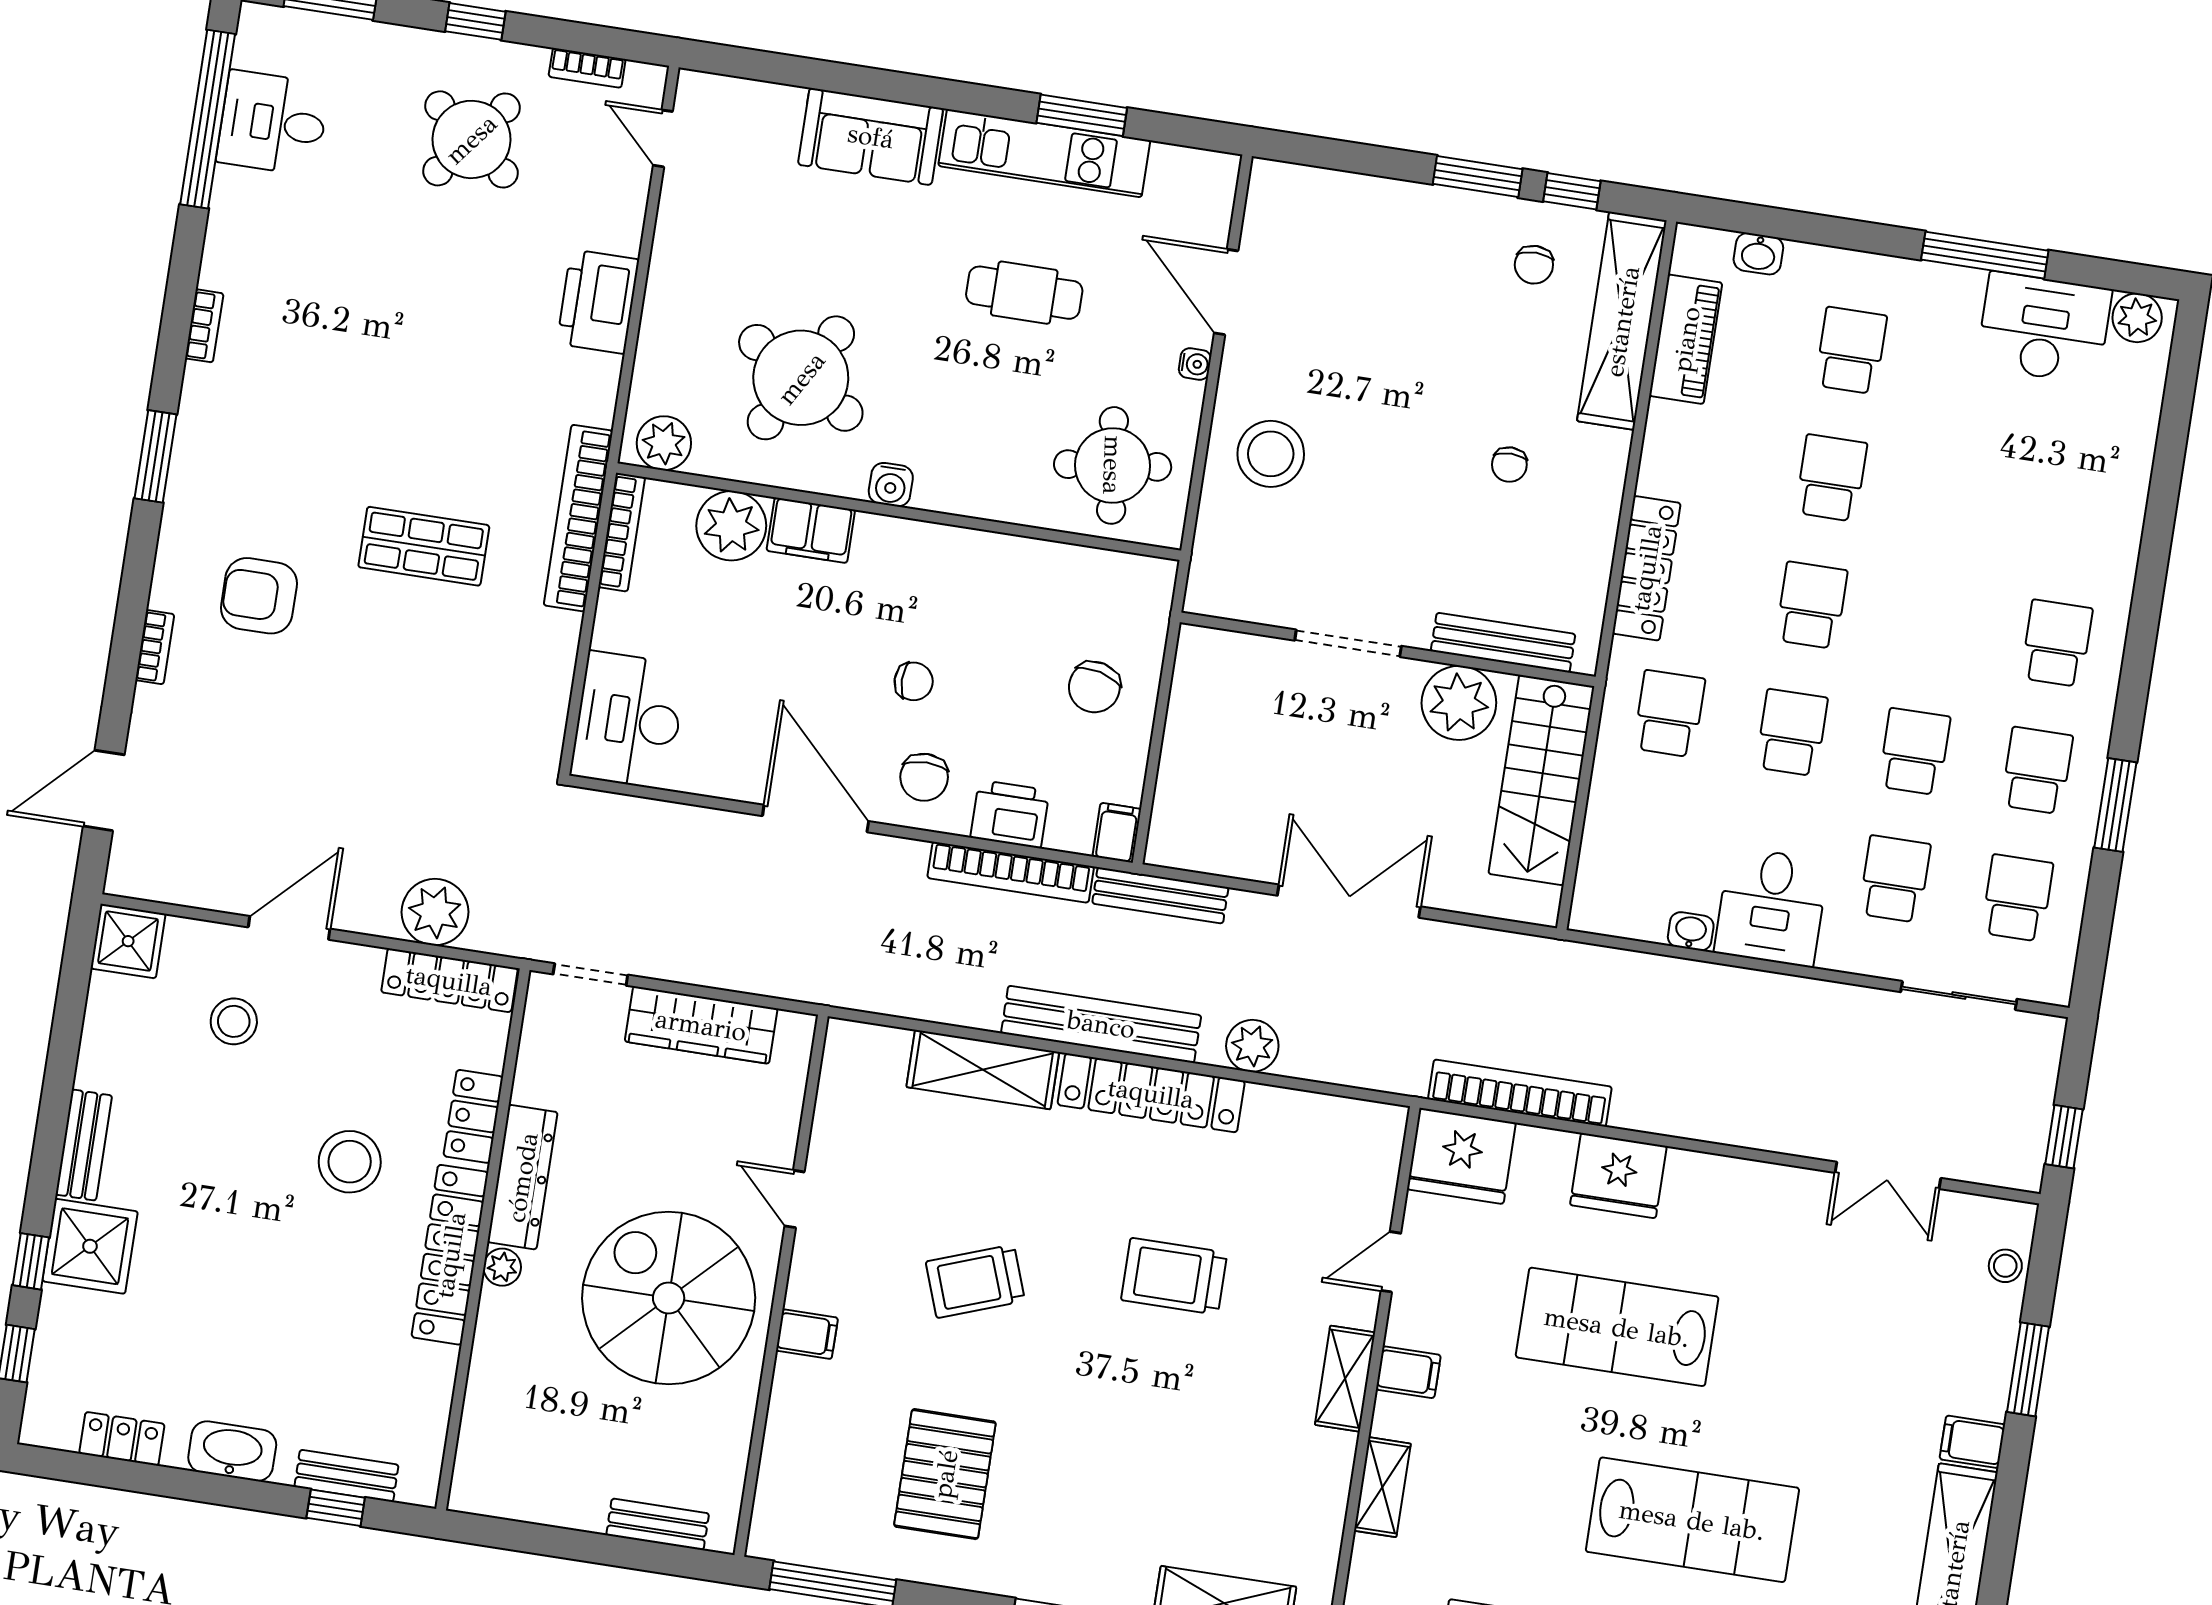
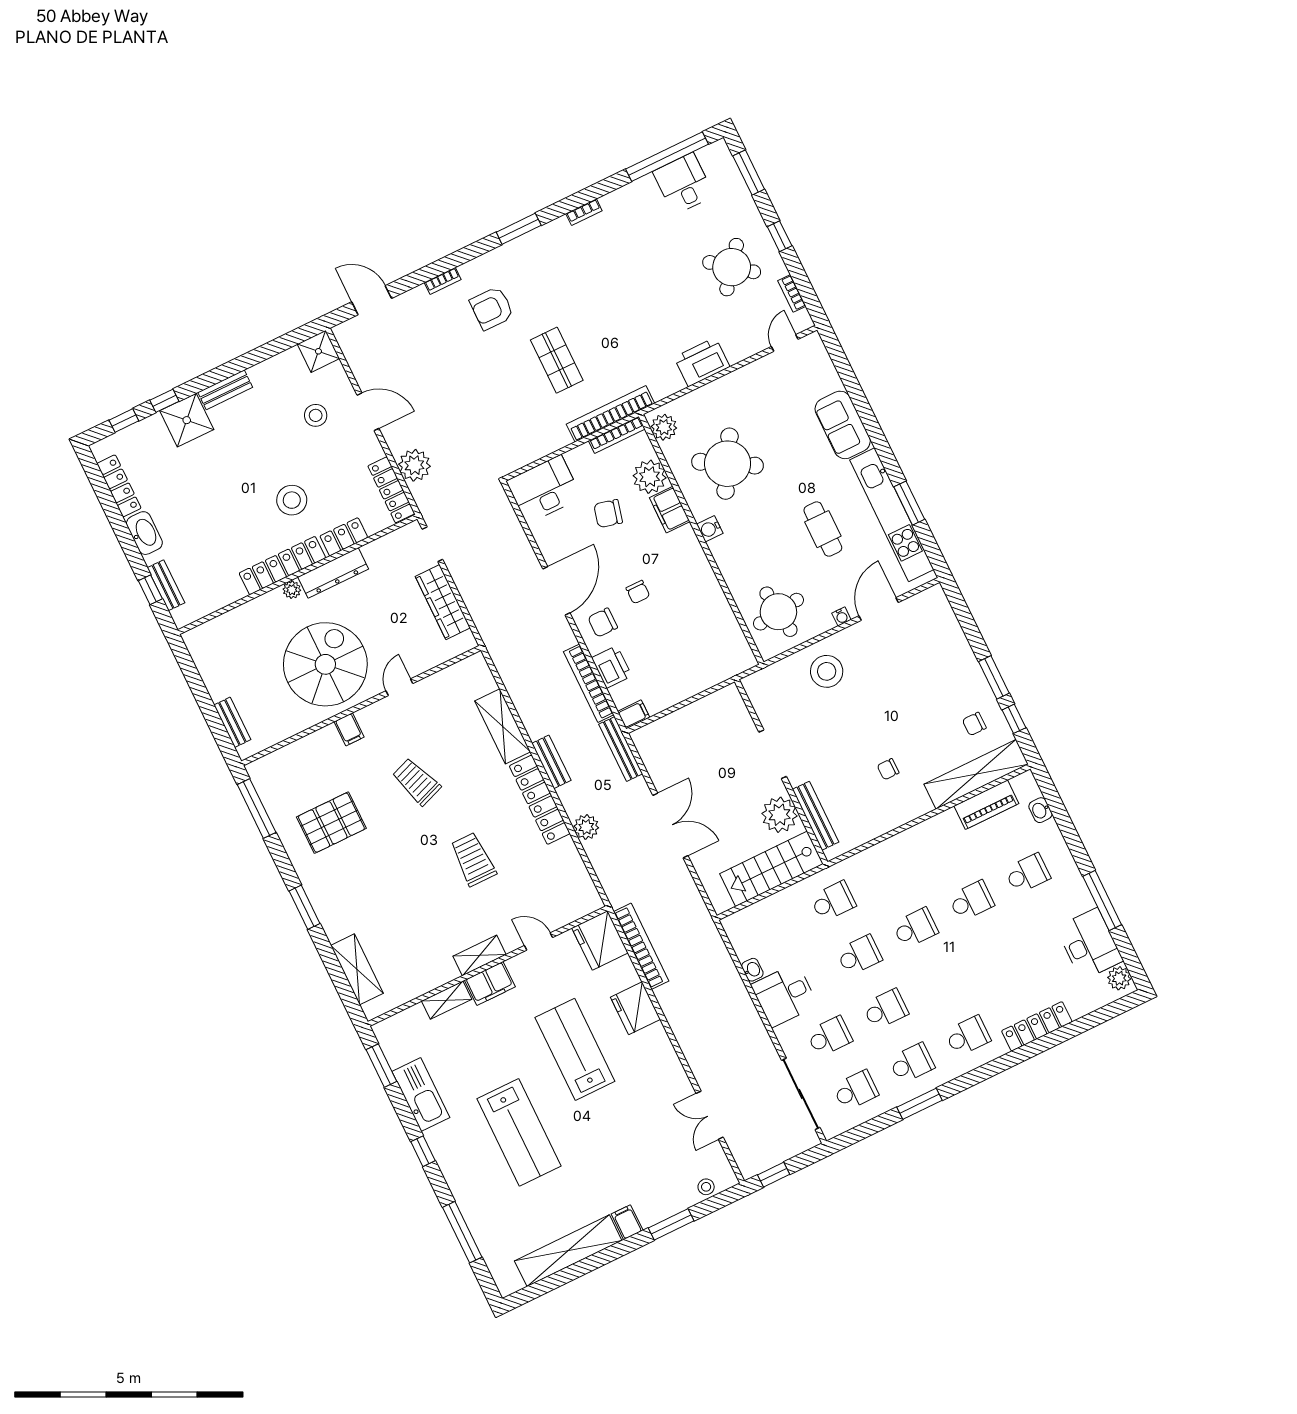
kitchen unit: (1044, 153) -> (892, 515), width x1.36
locker: (1646, 568) -> (1037, 1026), moved, turned 180
armchair: (259, 596) -> (492, 308), turned -90
chair: (1094, 687) -> (608, 514), moved
sliding door: (1959, 996) -> (801, 1094), width x1.37
bench: (1101, 1024) -> (551, 762), width x0.54, depth x0.82
filing cabinet: (1408, 1372) -> (490, 983), width x2.00
locker: (122, 1439) -> (119, 486), width x1.53

